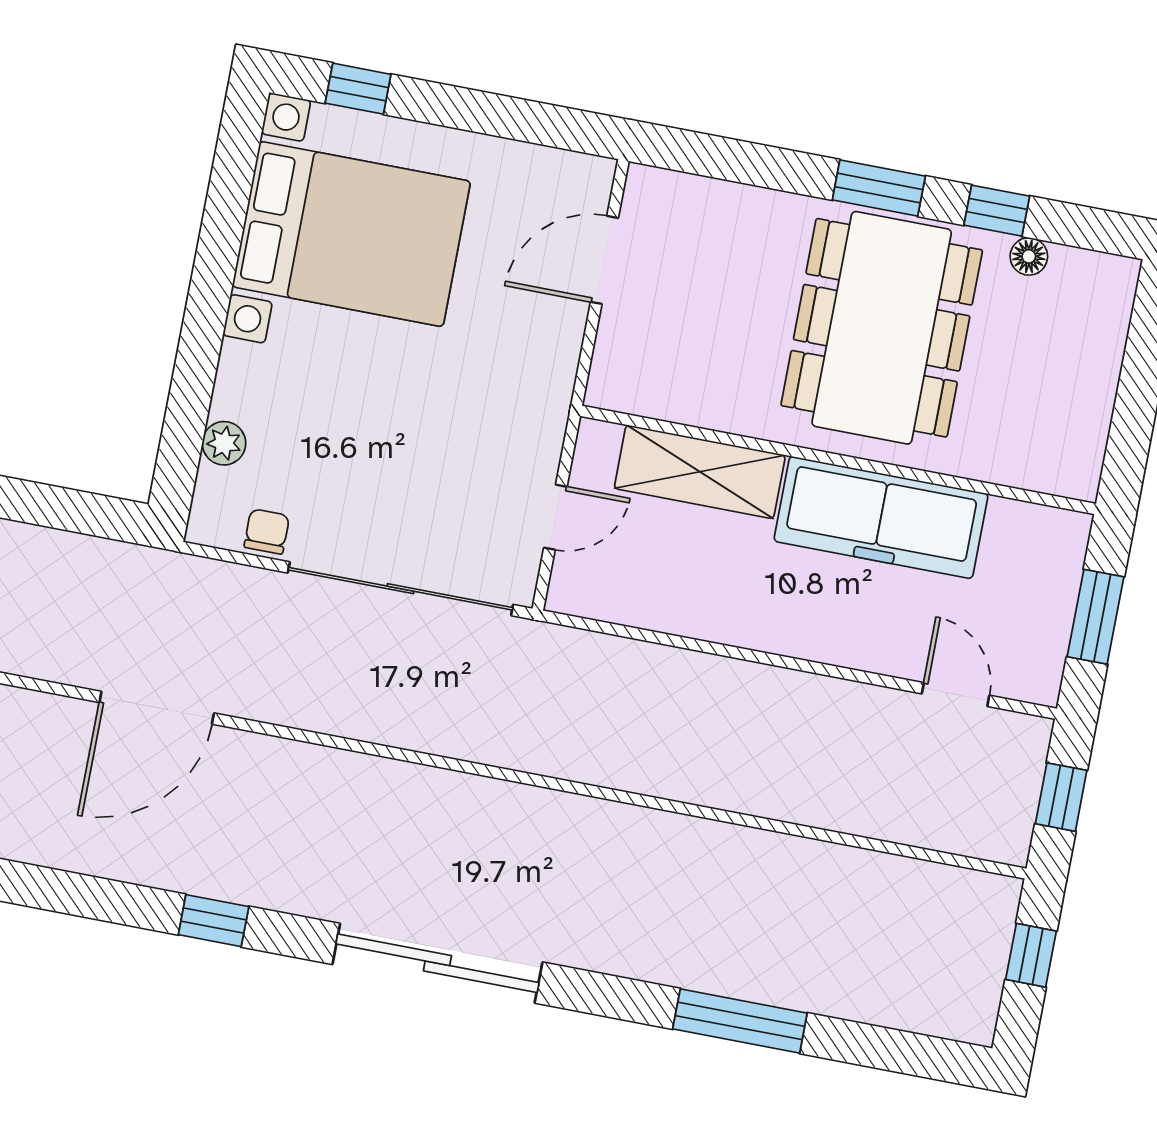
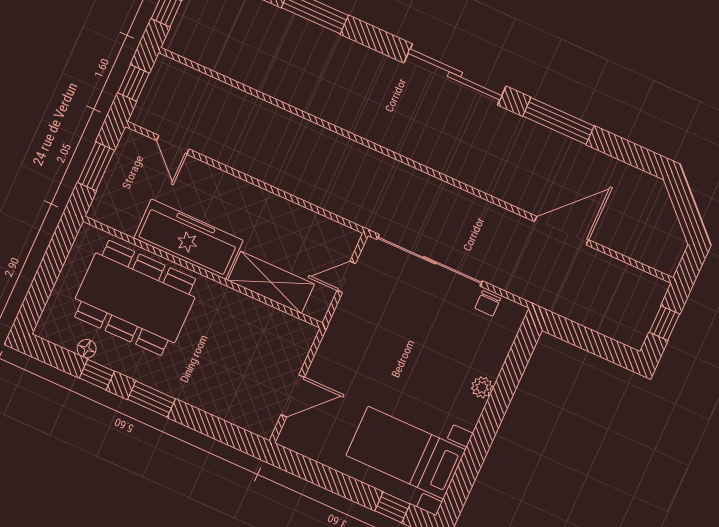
bed with nightstands: (351, 234) -> (406, 453), width x0.73
dining table: (882, 328) -> (135, 298), moved, turned 90
plant: (224, 443) -> (482, 387), moved
window: (214, 921) -> (558, 121), width x2.17

